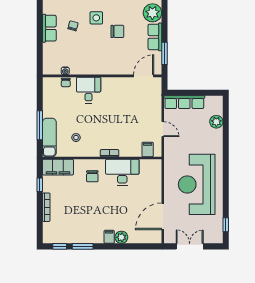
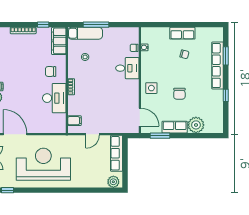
side table: (96, 18) -> (151, 88), moved
plant: (216, 122) -> (113, 182), moved

